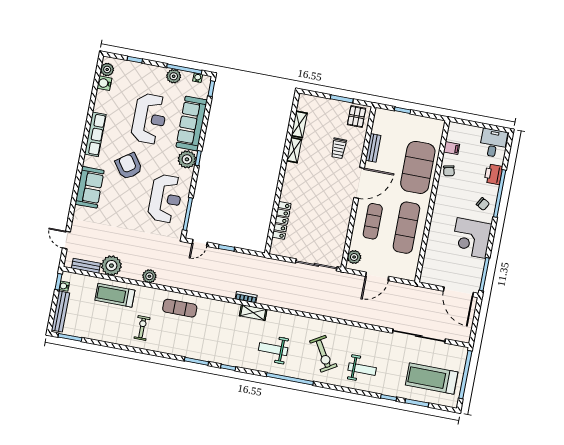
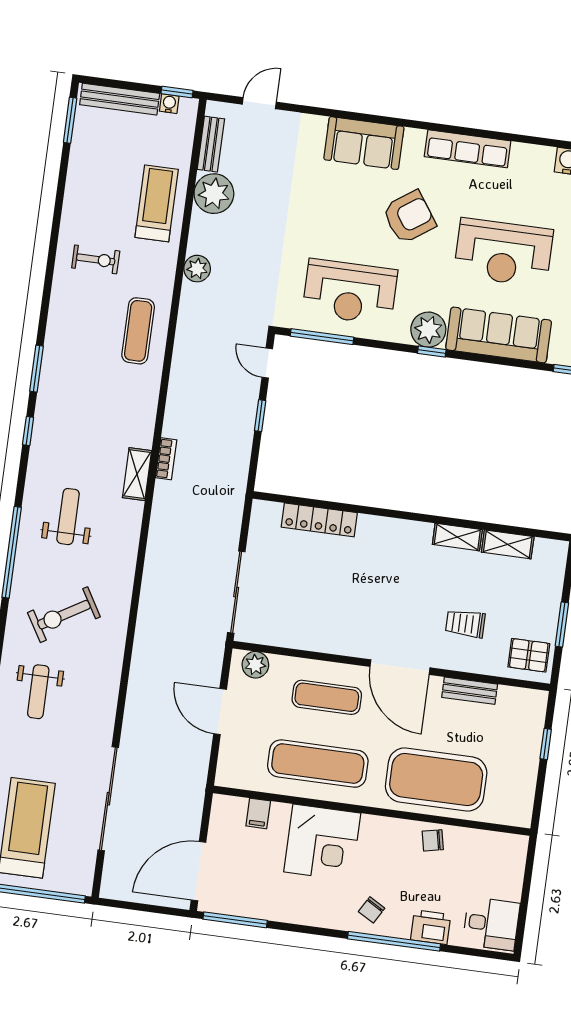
filing cabinet: (451, 148) -> (258, 813), moved
corner desk: (471, 238) -> (322, 843), moved, turned 180

